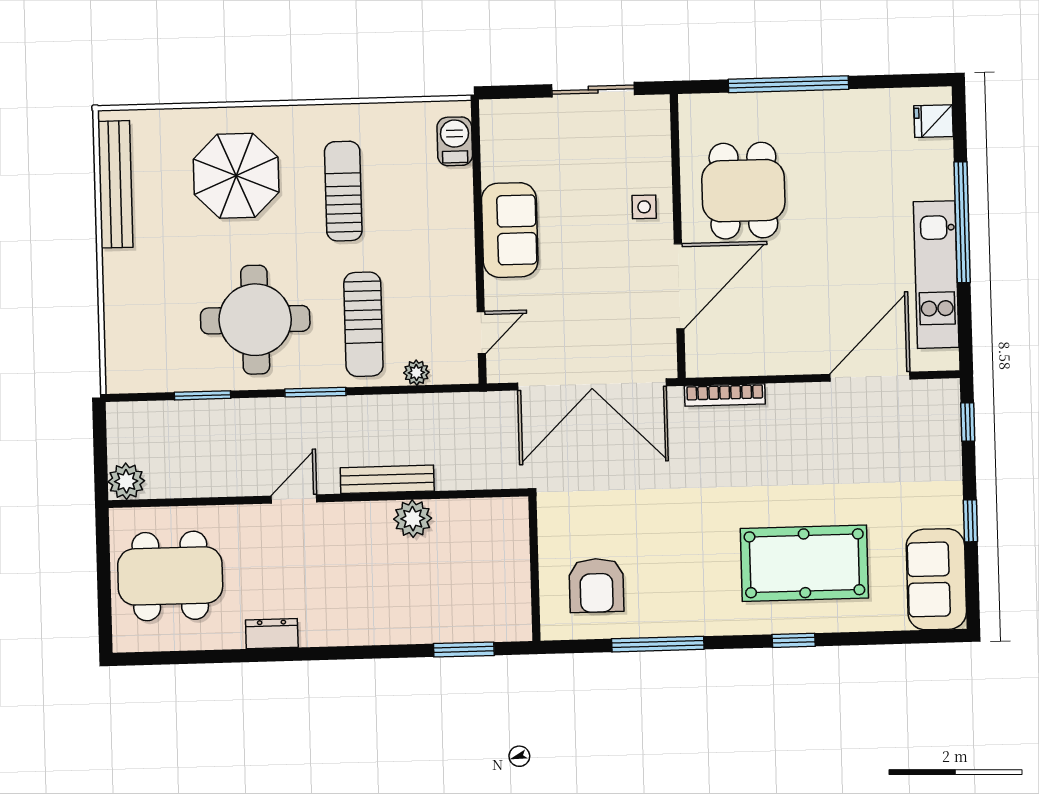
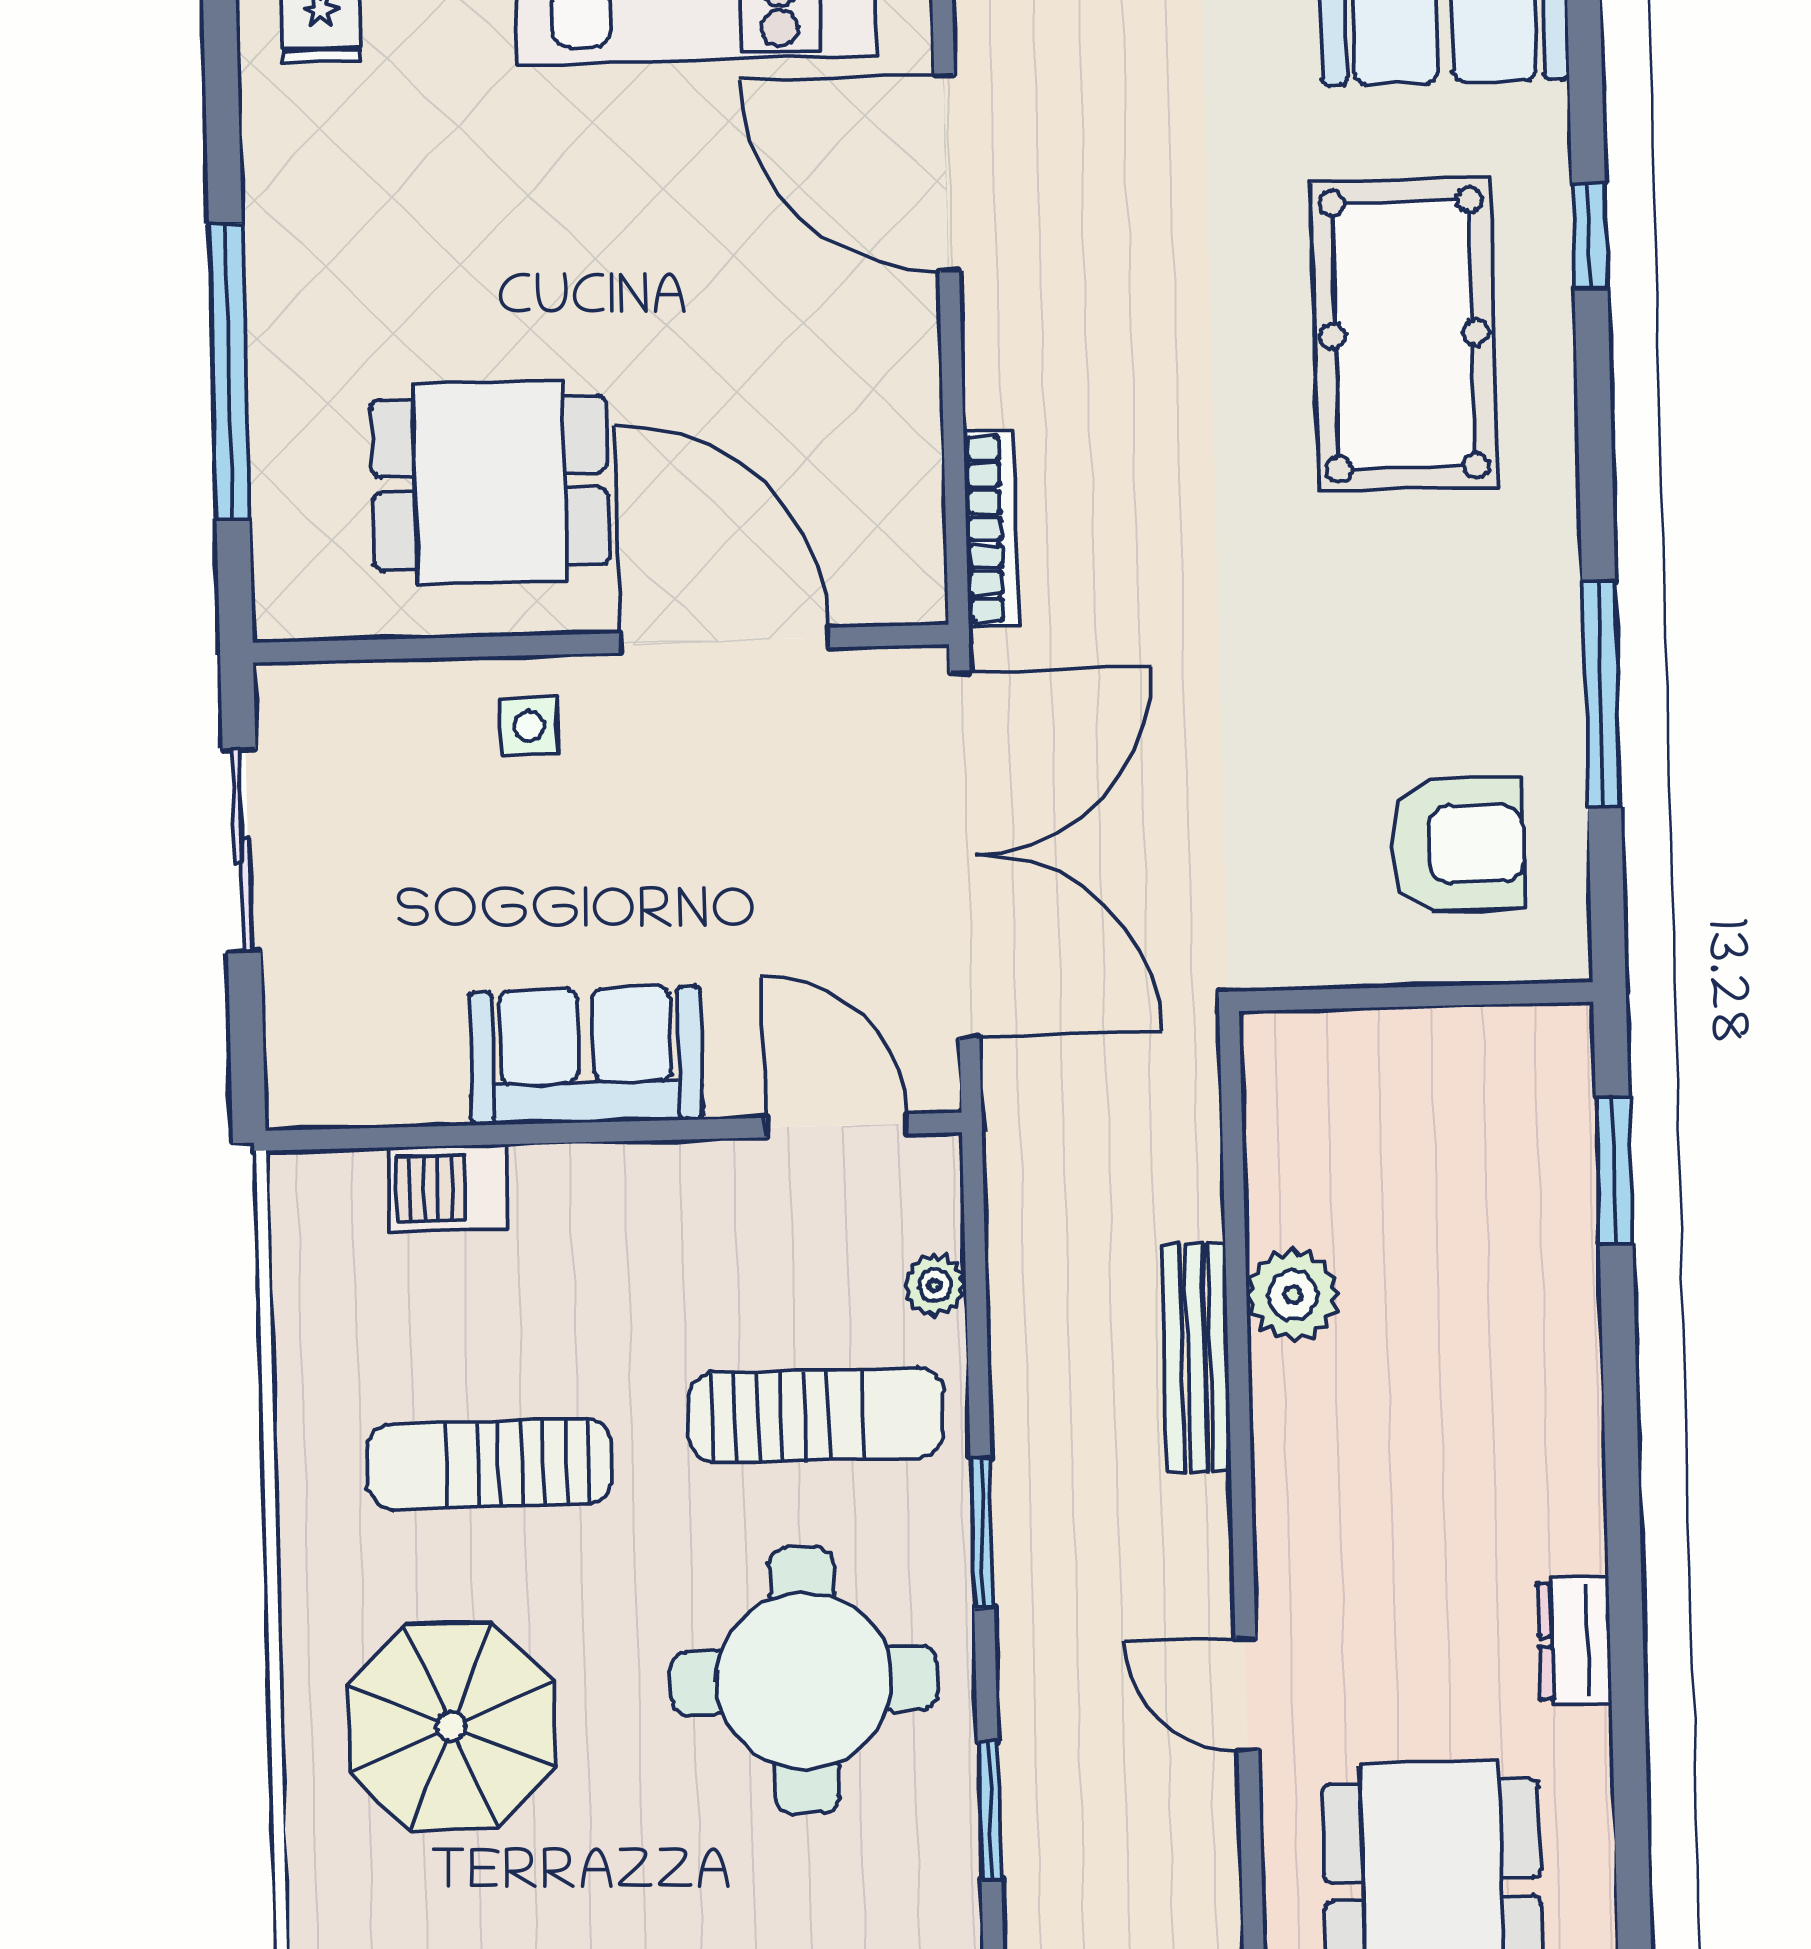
barbecue: (455, 141) -> (449, 1188), moved
door: (481, 332) -> (837, 1126), width x1.38
door: (294, 499) -> (1247, 1694), moved
window: (794, 640) -> (1590, 236), moved

